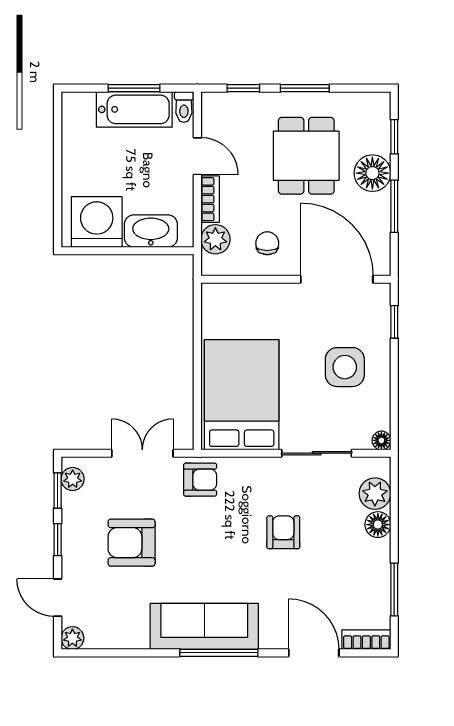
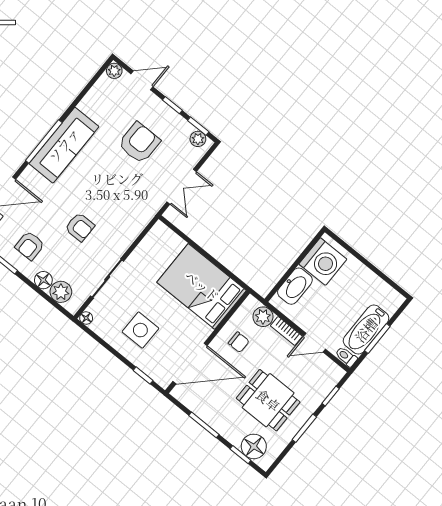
floor lamp: (372, 173) -> (254, 446), moved
bed: (242, 395) -> (202, 286), moved, turned 180
armchair: (200, 480) -> (30, 246), moved

